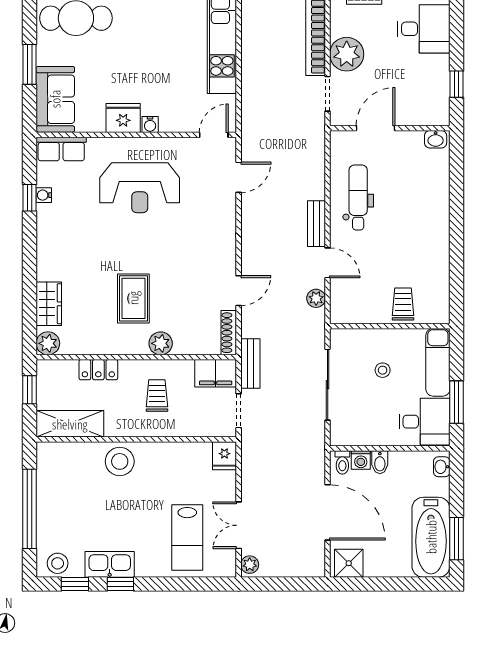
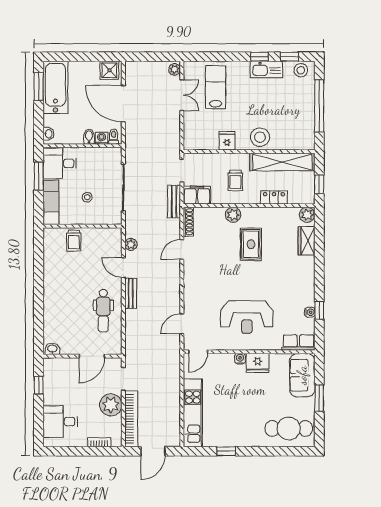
reception desk: (140, 188) -> (247, 317), turned 180
shelving: (70, 424) -> (282, 162), width x1.47
fridge: (224, 456) -> (227, 141), moved

